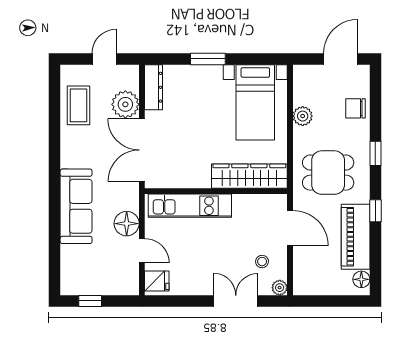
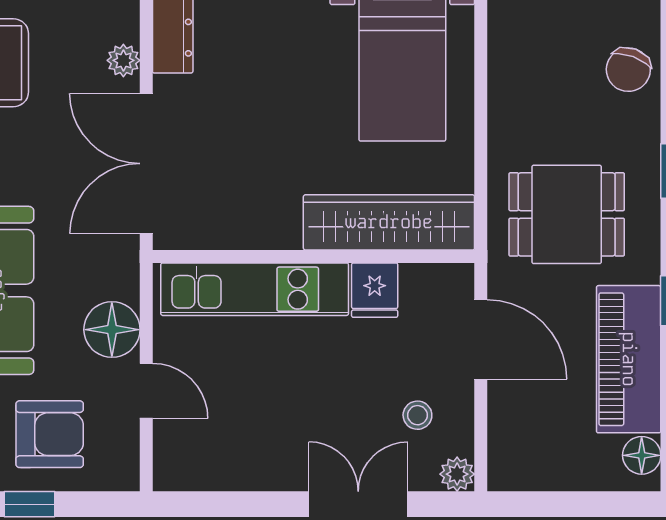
plant: (125, 104) -> (123, 60), width x0.53, depth x0.53
chair: (355, 108) -> (628, 70), turned -70
plant: (303, 116) -> (509, 87), removed
armchair: (99, 270) -> (50, 434), added
fridge: (157, 281) -> (375, 290), moved, turned 90

